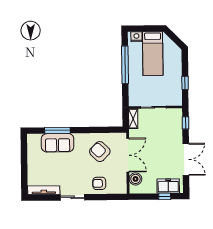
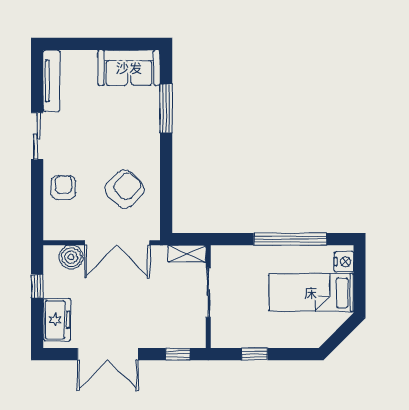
sofa: (58, 143) -> (129, 68), moved, turned -90
window: (165, 196) -> (37, 286), moved

